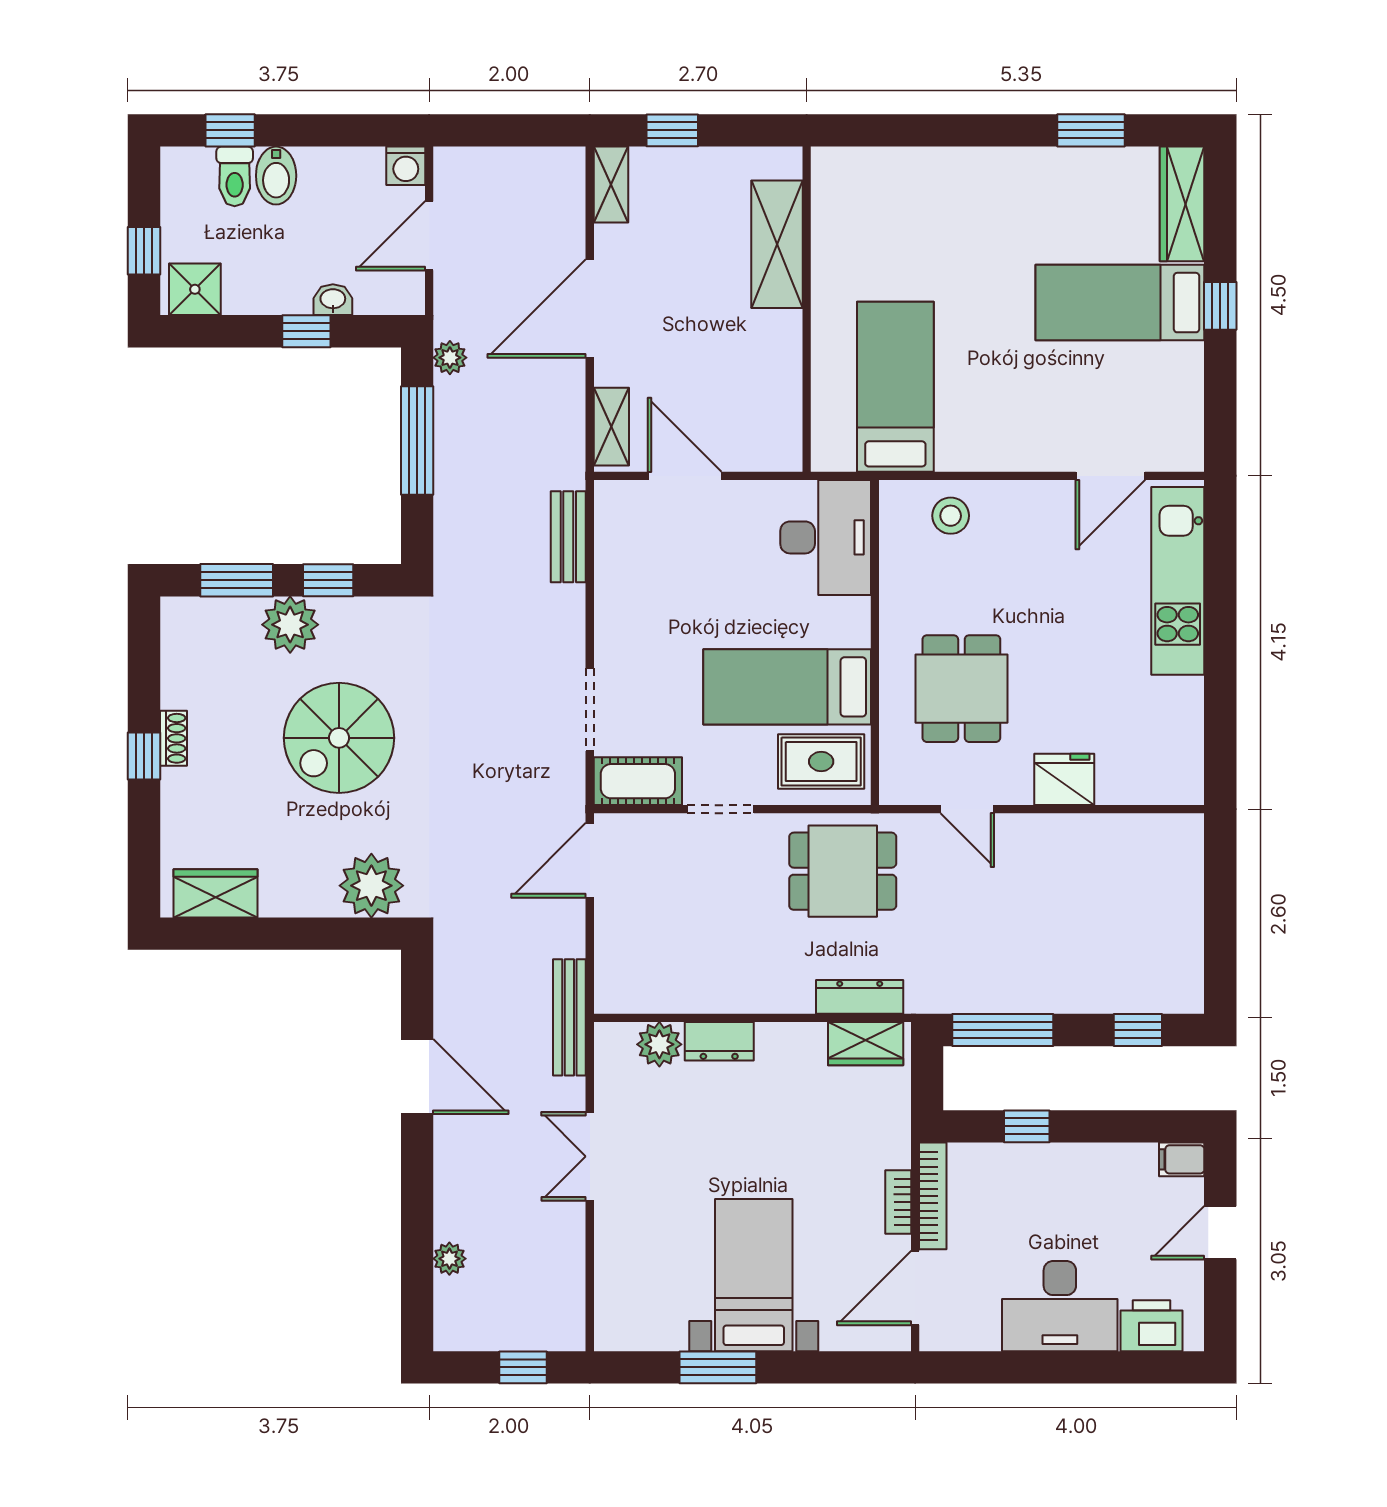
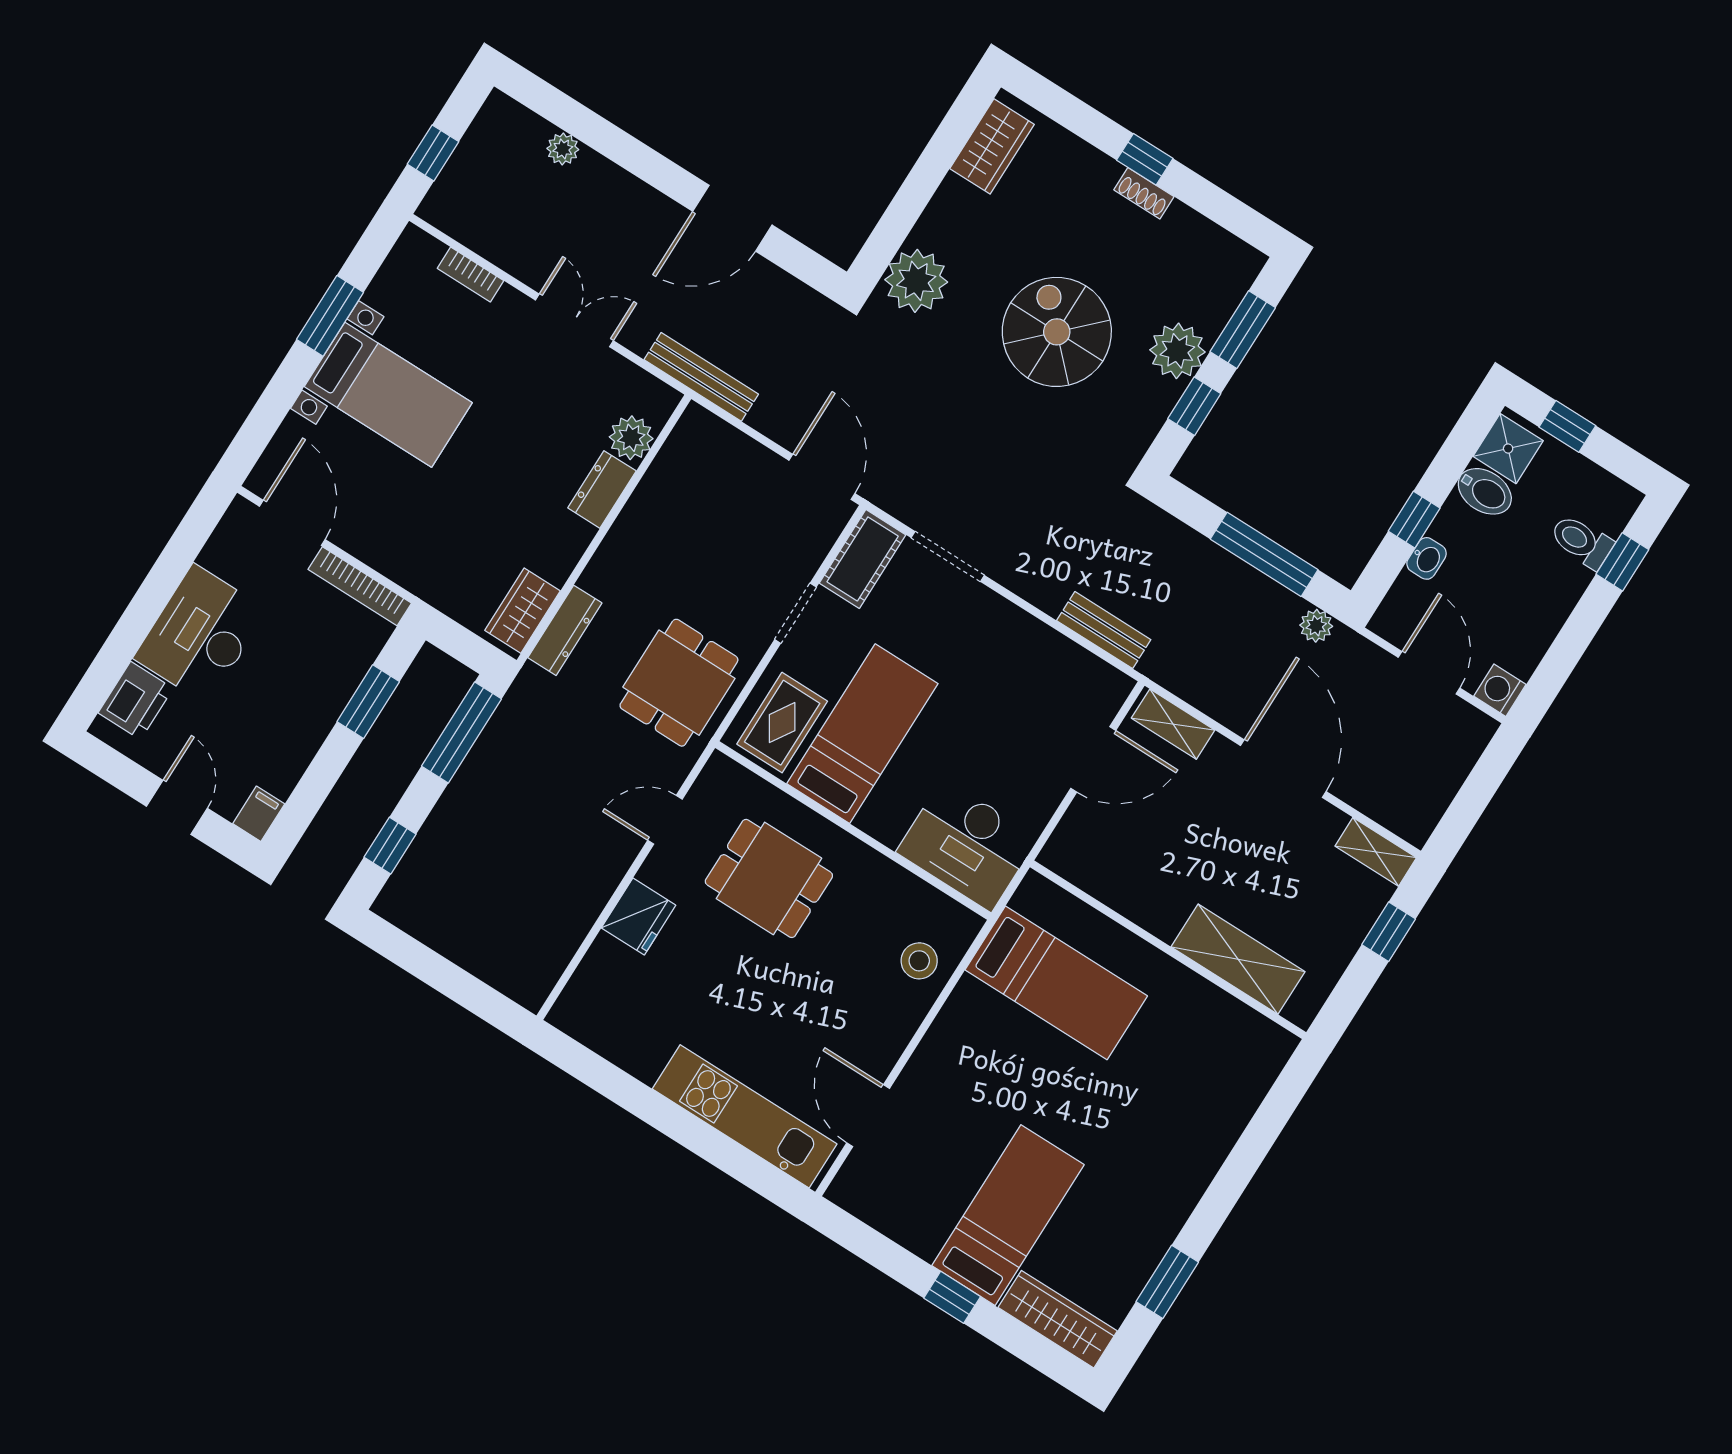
bidet: (276, 176) -> (1485, 491), moved, turned 180
window: (1027, 1126) -> (368, 702), width x1.50
bookcase: (898, 1202) -> (471, 274), moved, turned 180

